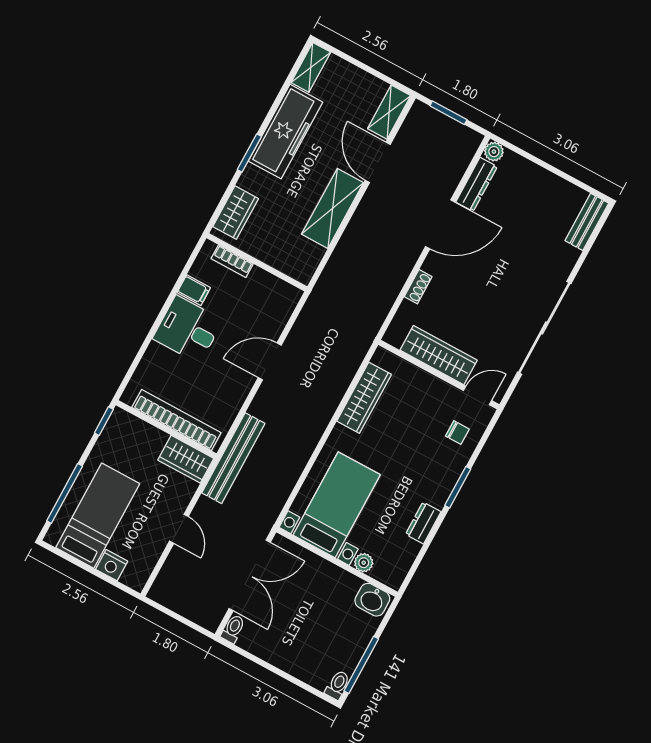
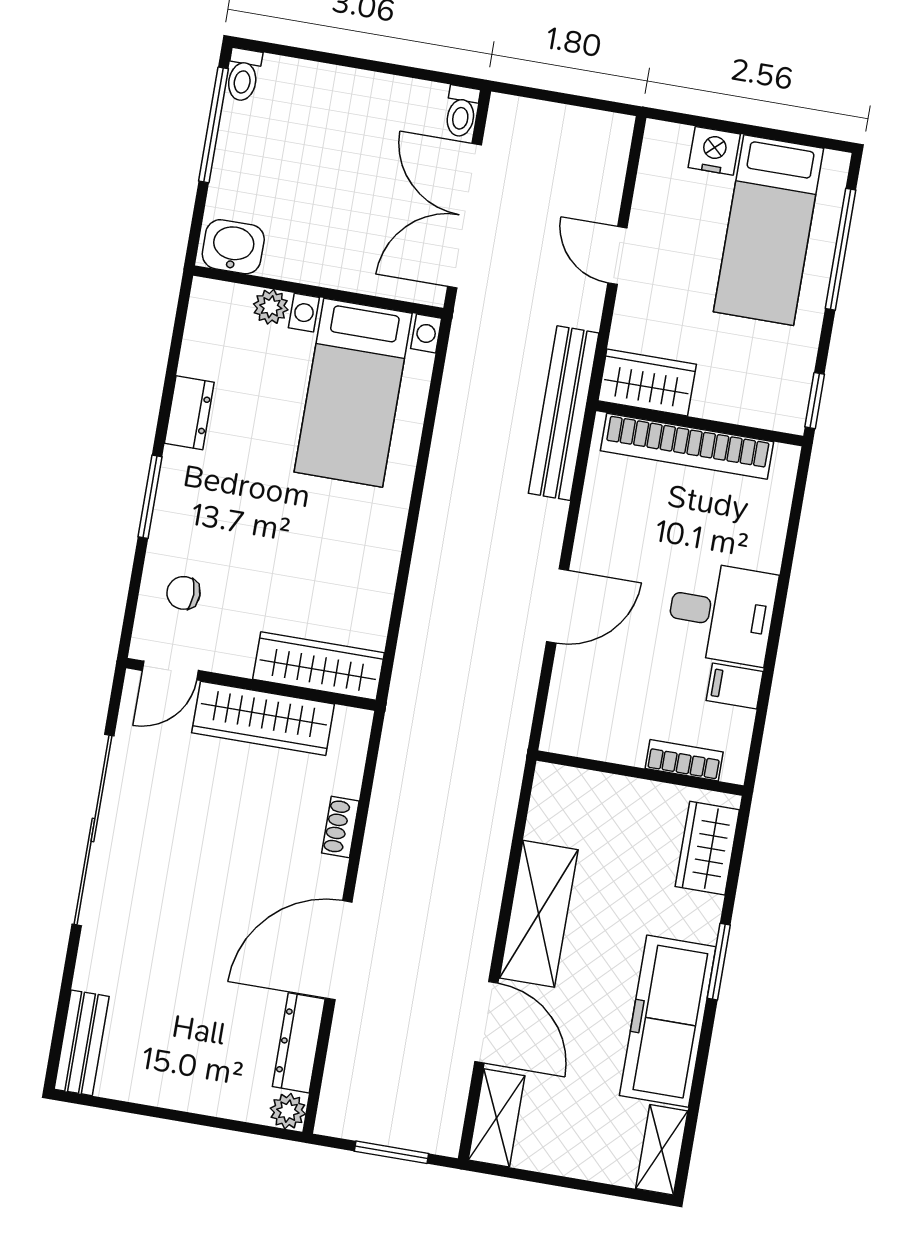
wardrobe: (364, 398) -> (319, 666), moved, turned 90

